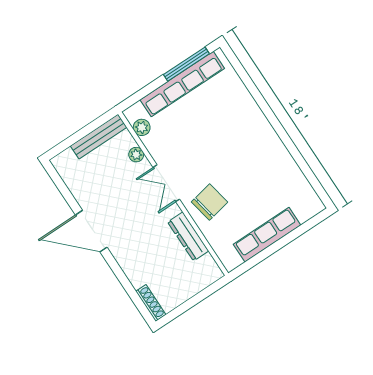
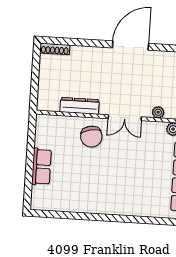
double door: (166, 183) -> (125, 118), swing flipped
row of seats: (267, 235) -> (41, 167), width x0.68

